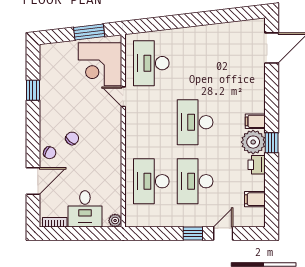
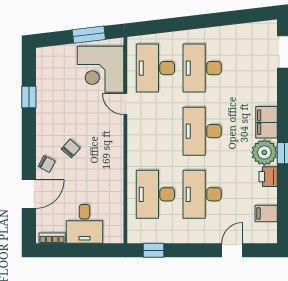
desk: (195, 63) -> (202, 68), added
filing cabinet: (255, 121) -> (267, 122), width x2.00
plant: (115, 220) -> (117, 236), removed
window: (193, 233) -> (153, 250), moved

